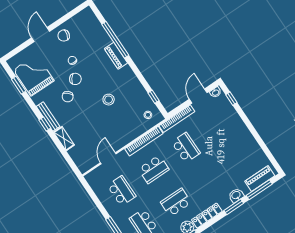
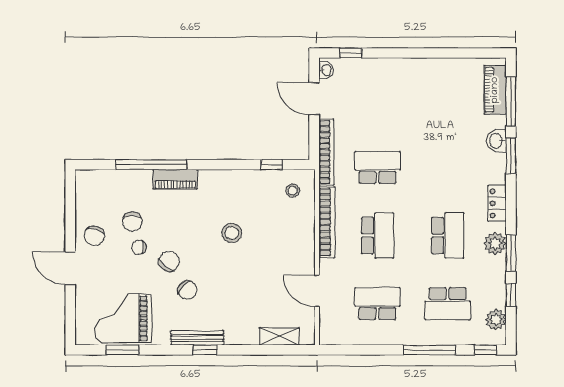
chair: (82, 49) -> (132, 222), added
shelving: (64, 139) -> (279, 336), moved
school desk: (176, 202) -> (448, 236), turned 180
locker: (207, 216) -> (497, 203), width x0.66

